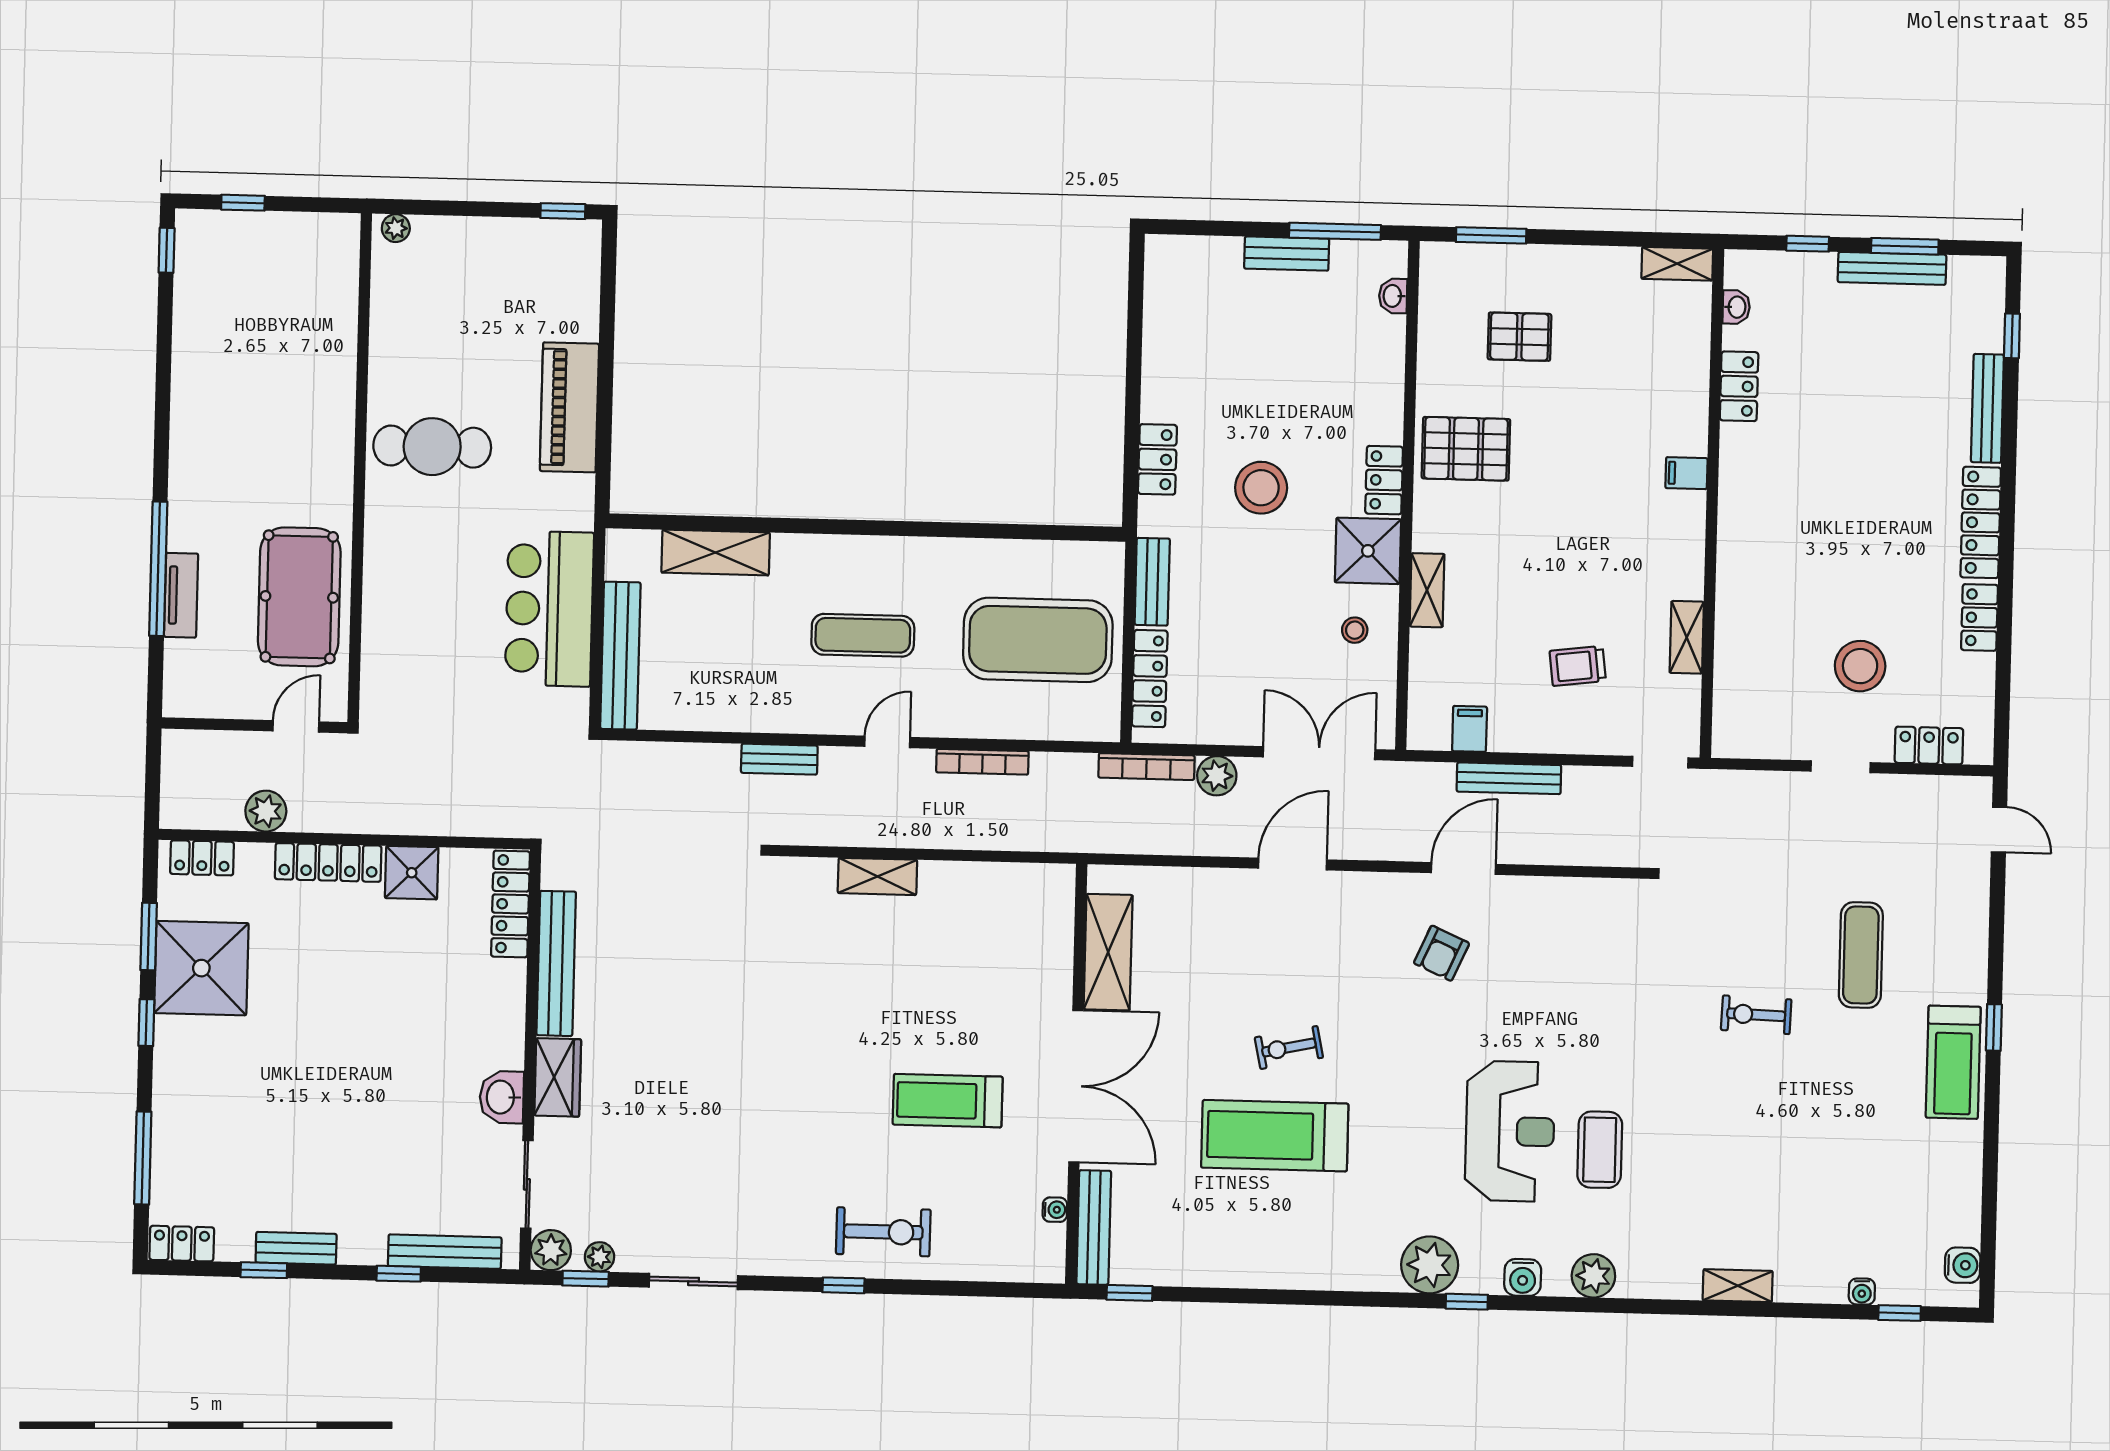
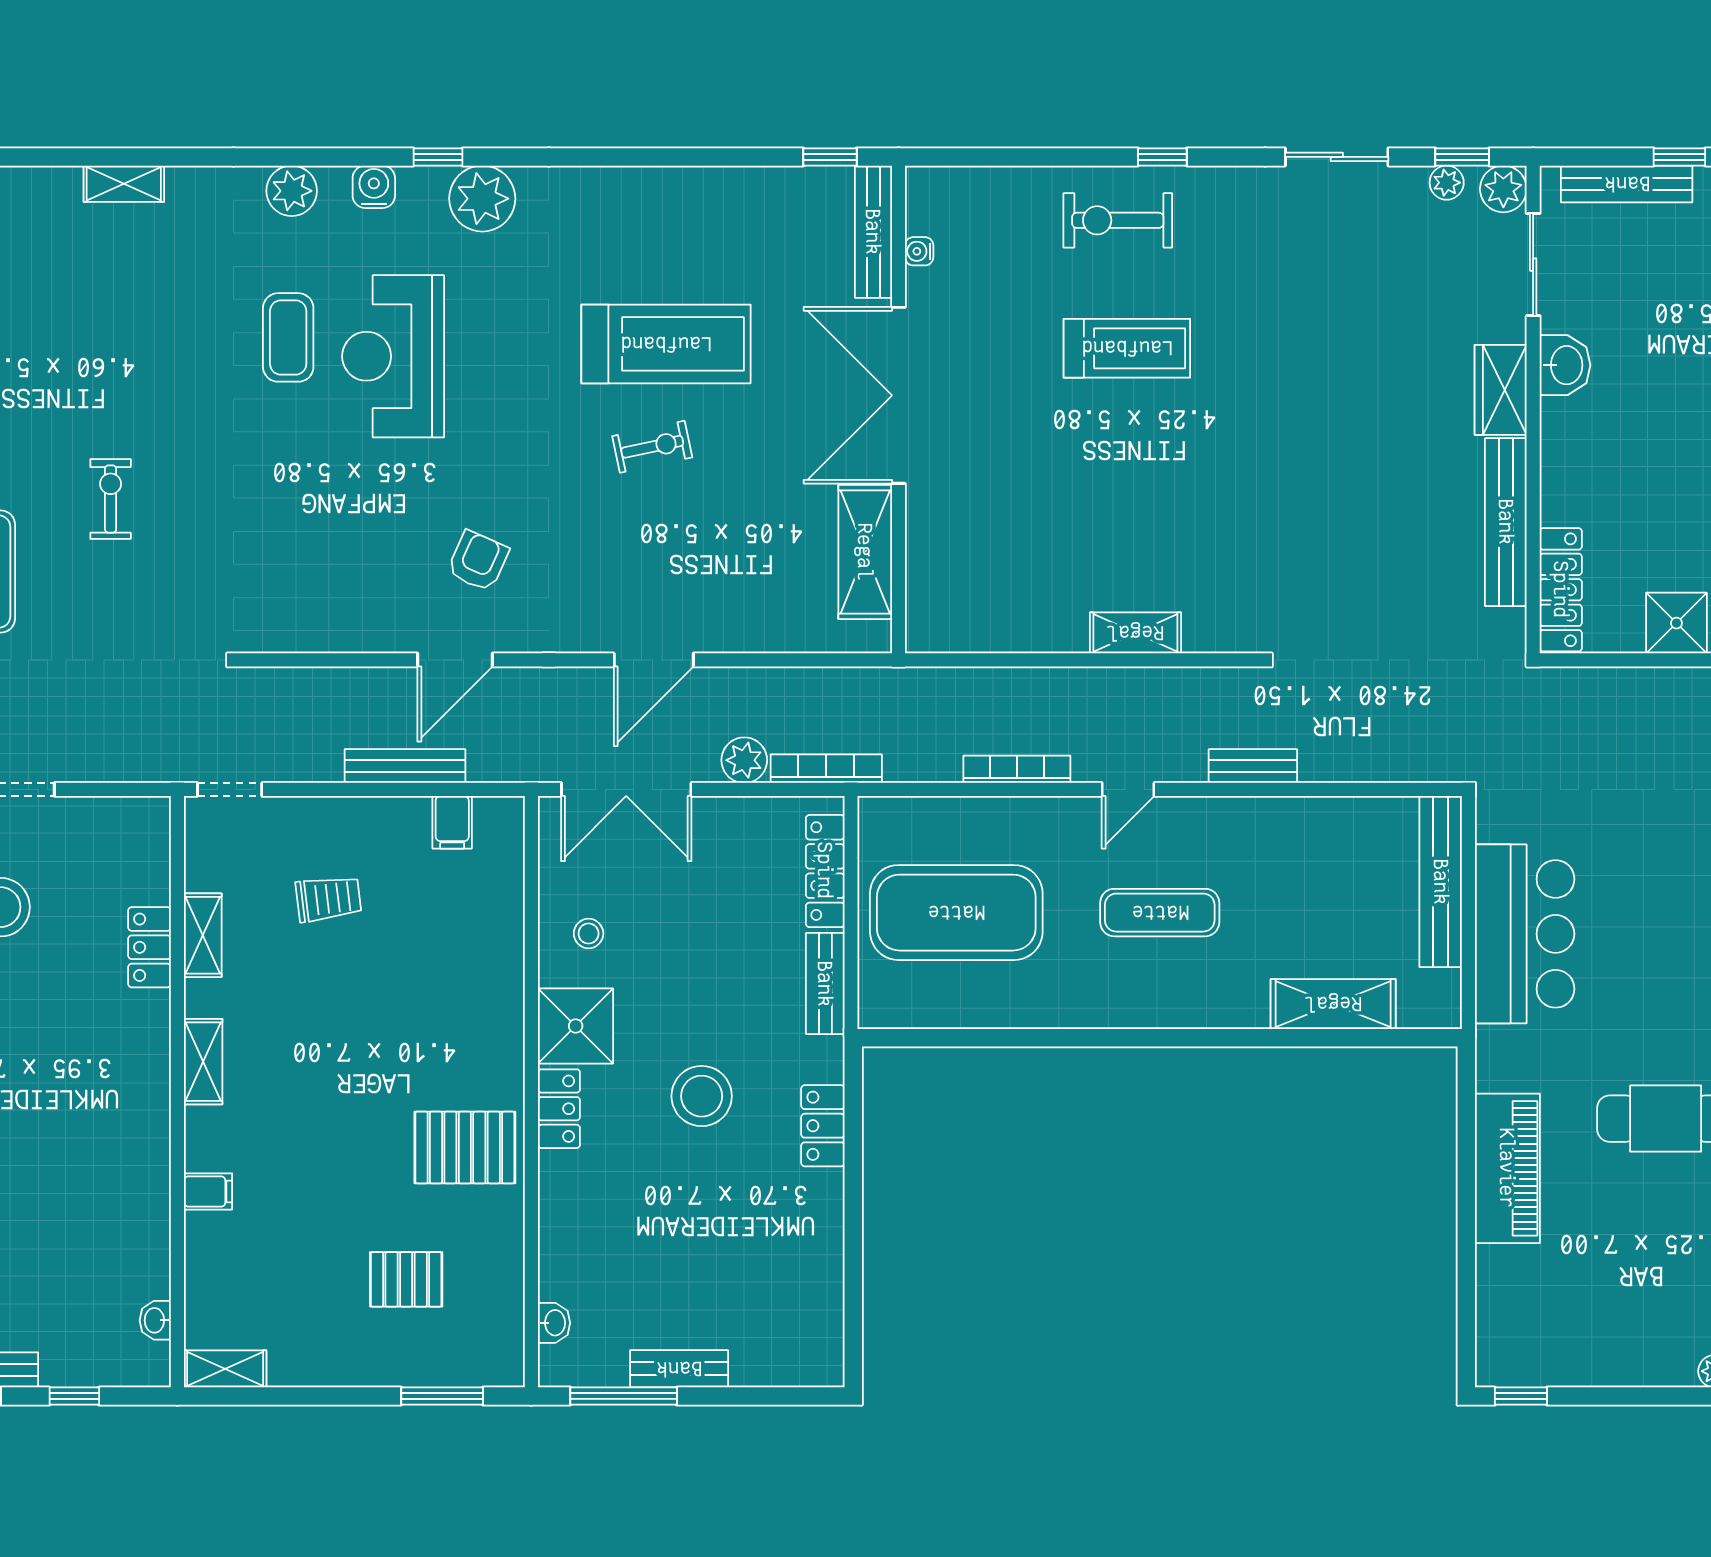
locker: (1739, 386) -> (150, 947), moved
filing cabinet: (1686, 473) -> (208, 1191), moved
shelving: (1427, 590) -> (203, 1062), moved
exercise bike: (1756, 1015) -> (111, 499), turned -92
treadmill: (948, 1101) -> (1127, 348), moved

